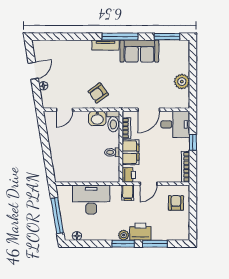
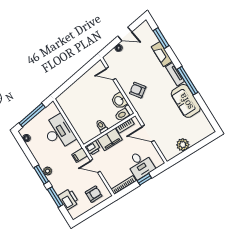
window: (167, 37) -> (161, 38), moved
fireplace: (77, 46) -> (162, 54), added
desk: (175, 124) -> (140, 164), moved
printer: (140, 232) -> (68, 199), moved

